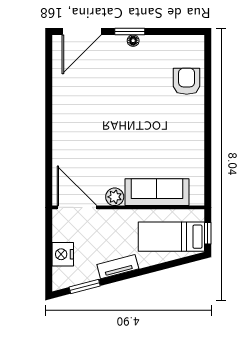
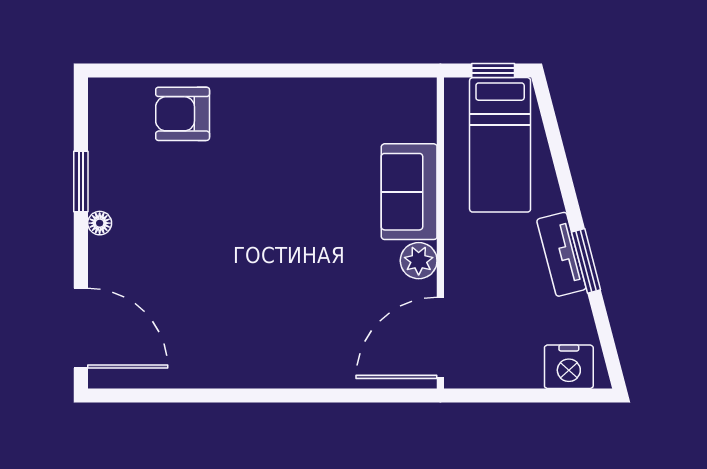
window: (130, 31) -> (81, 182), moved
sofa: (157, 192) -> (409, 192), width x0.73
nightstand: (63, 254) -> (569, 367), moved
window: (85, 287) -> (586, 261), moved

